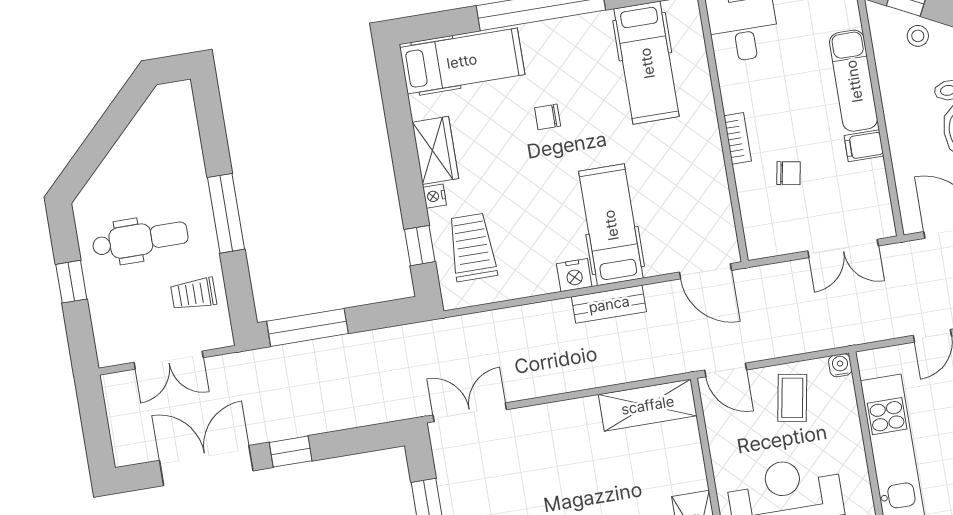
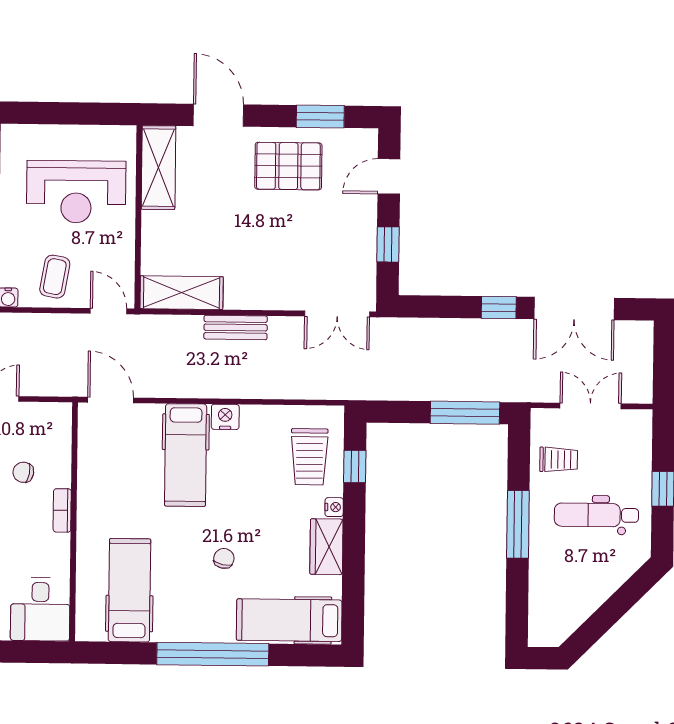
chair: (548, 117) -> (224, 558), turned -78
bench: (609, 304) -> (236, 327), moved

